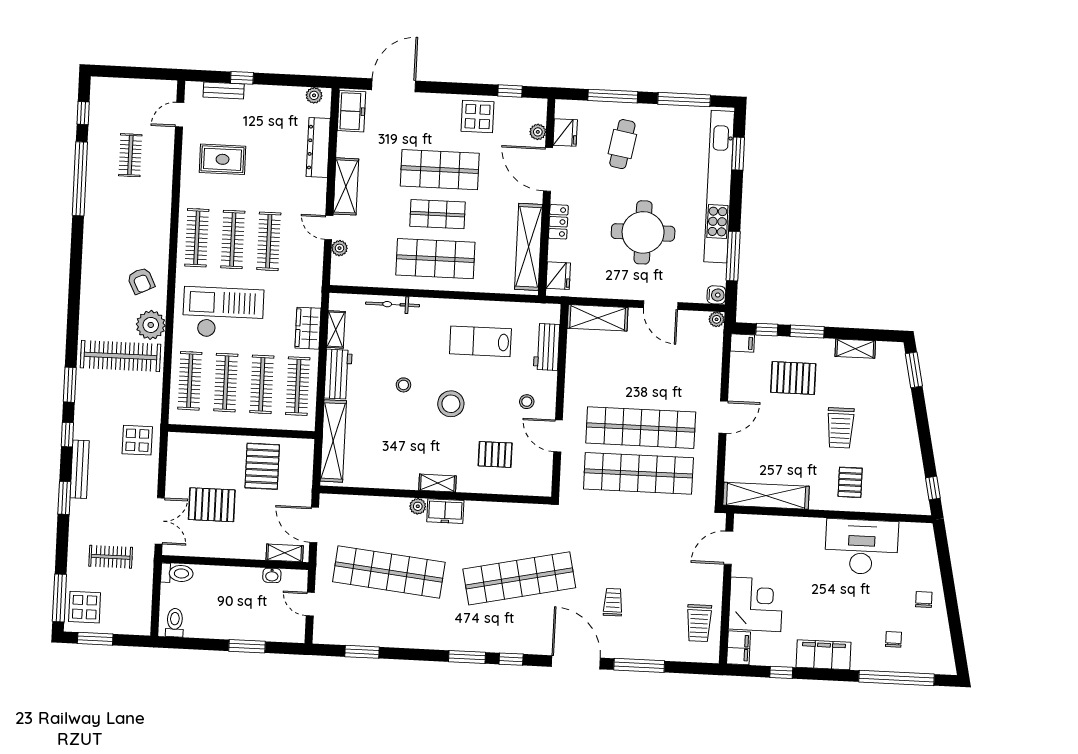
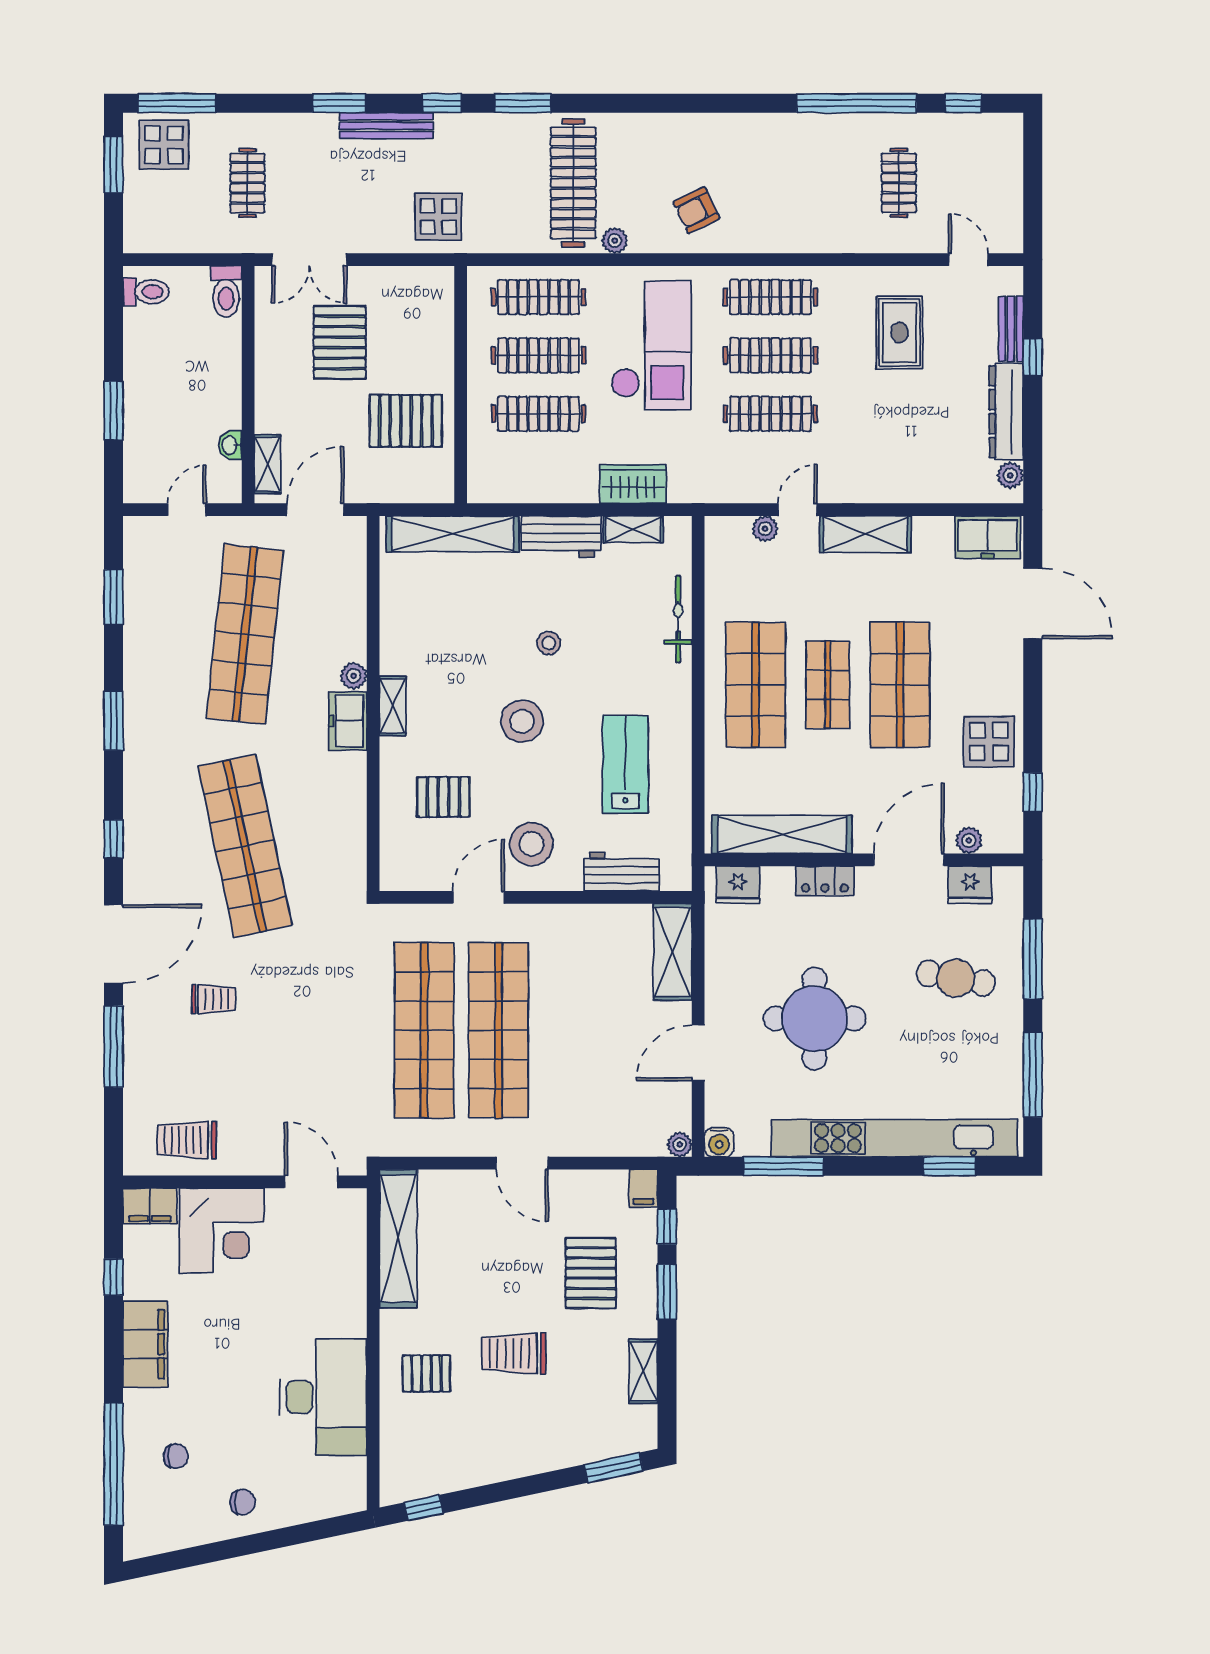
dresser: (318, 147) -> (1006, 412), moved, turned -90
clothes rail: (130, 155) -> (899, 183), turned 90
plant: (151, 325) -> (615, 241), width x0.53, depth x0.53
clothes rail: (298, 386) -> (538, 472), removed
stool: (527, 402) -> (531, 844), width x1.89, depth x1.89
pallet: (495, 454) -> (443, 797), turned 90
window: (467, 657) -> (114, 721), moved

